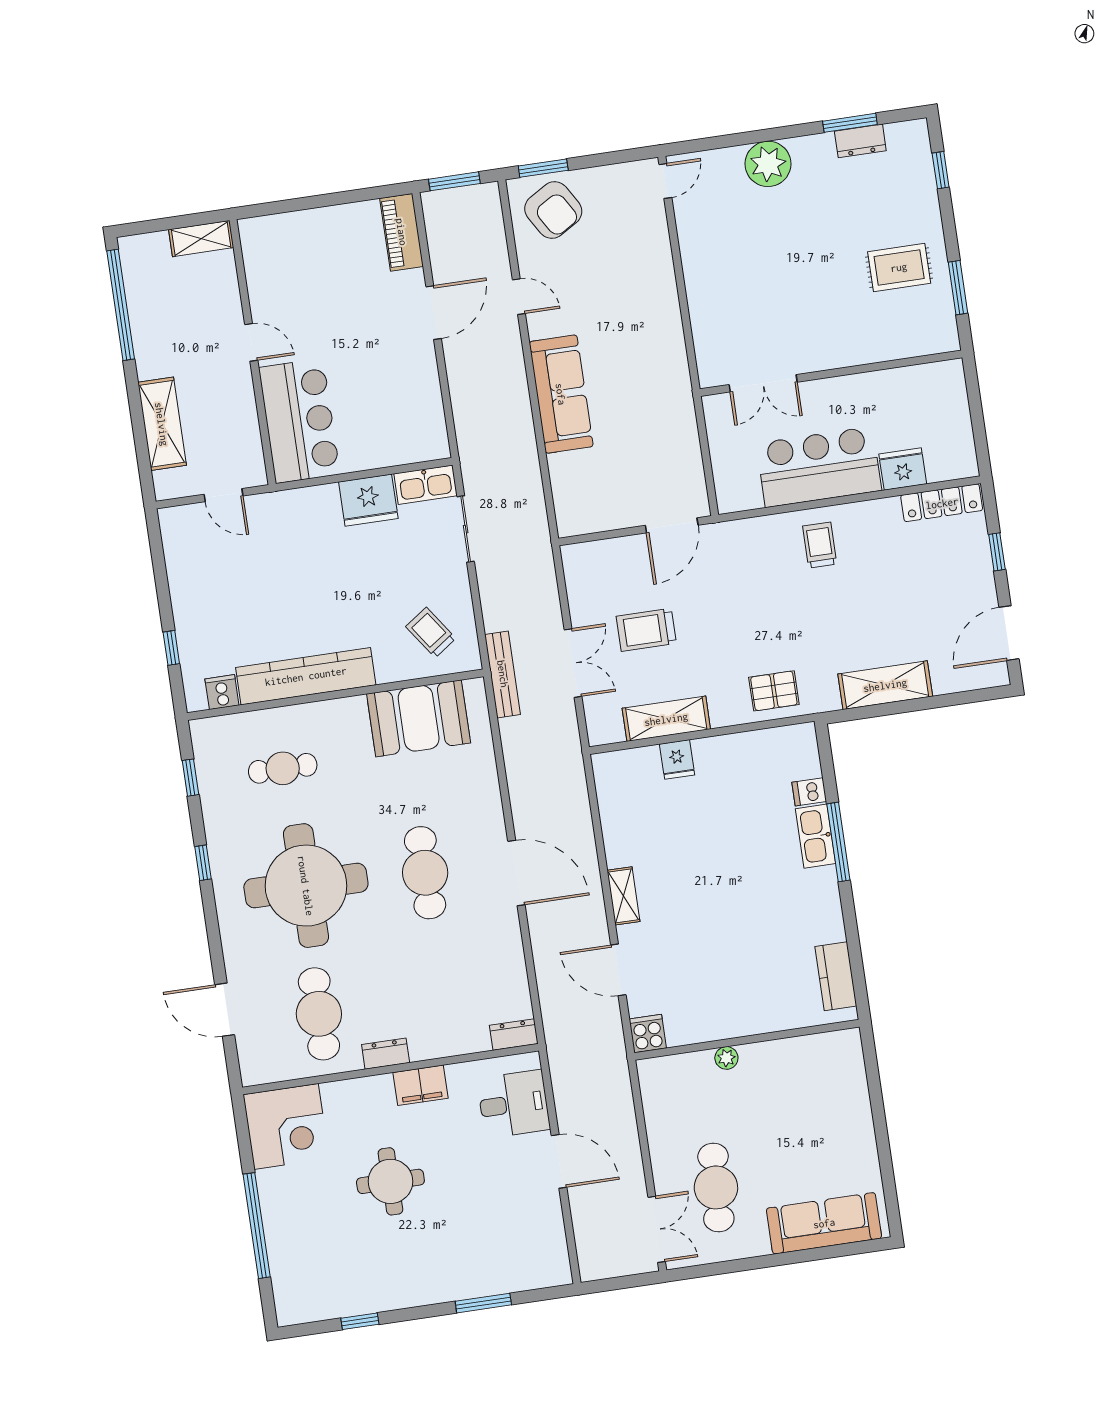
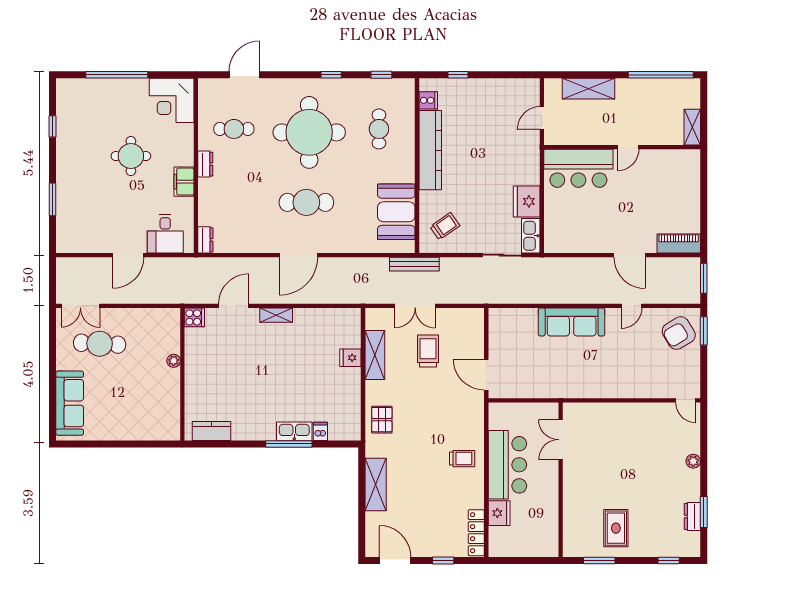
plant: (768, 164) -> (693, 461), width x0.53, depth x0.53
cafe table: (319, 1014) -> (234, 129), width x0.73, depth x0.74

